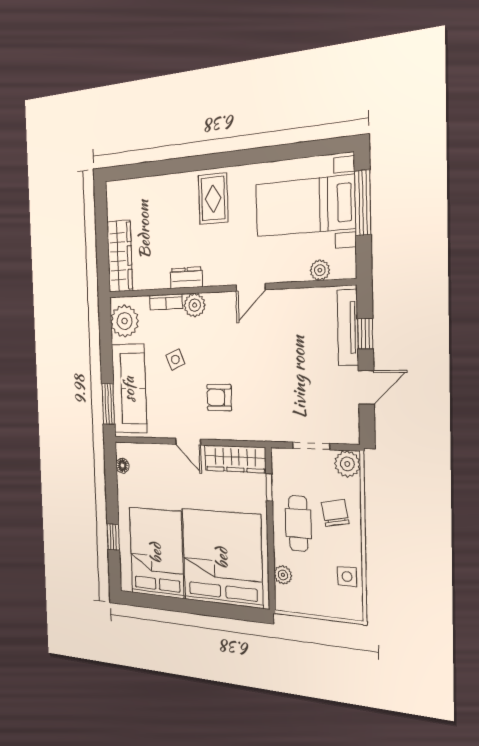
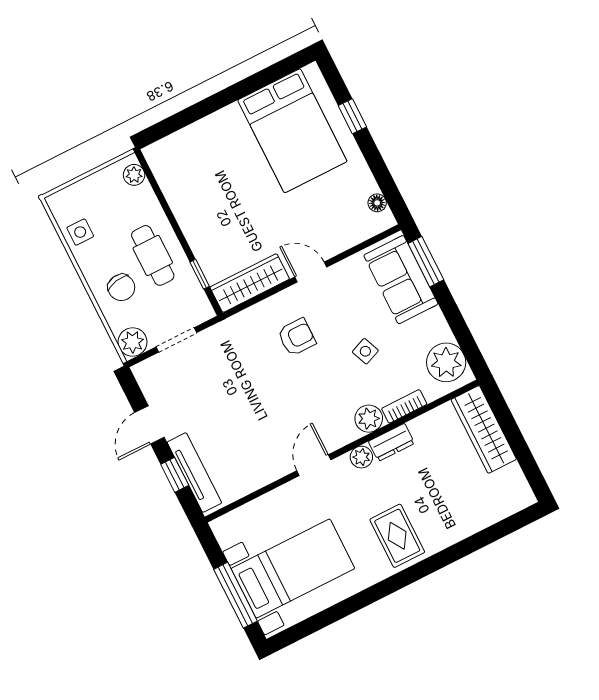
plant: (320, 270) -> (361, 457), moved
sofa: (129, 389) -> (401, 280), width x0.73
bed: (222, 558) -> (216, 171), removed
plant: (283, 575) -> (134, 175), moved

